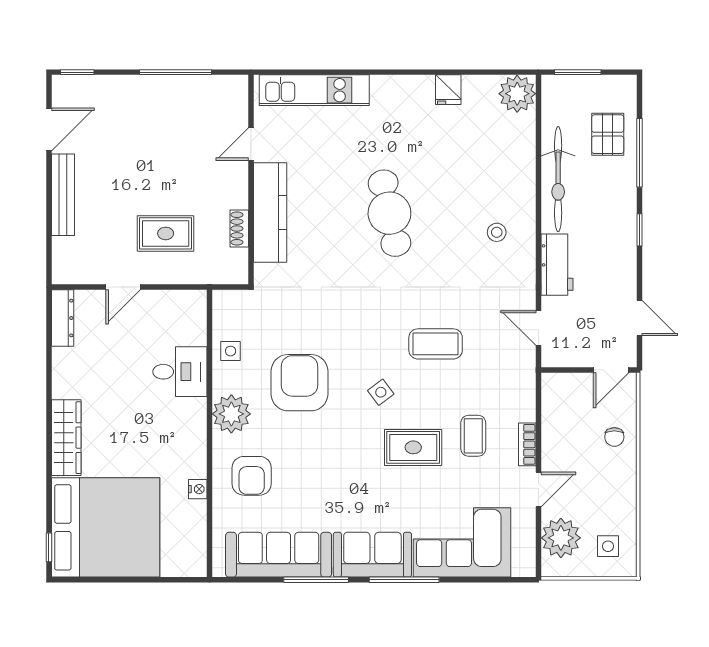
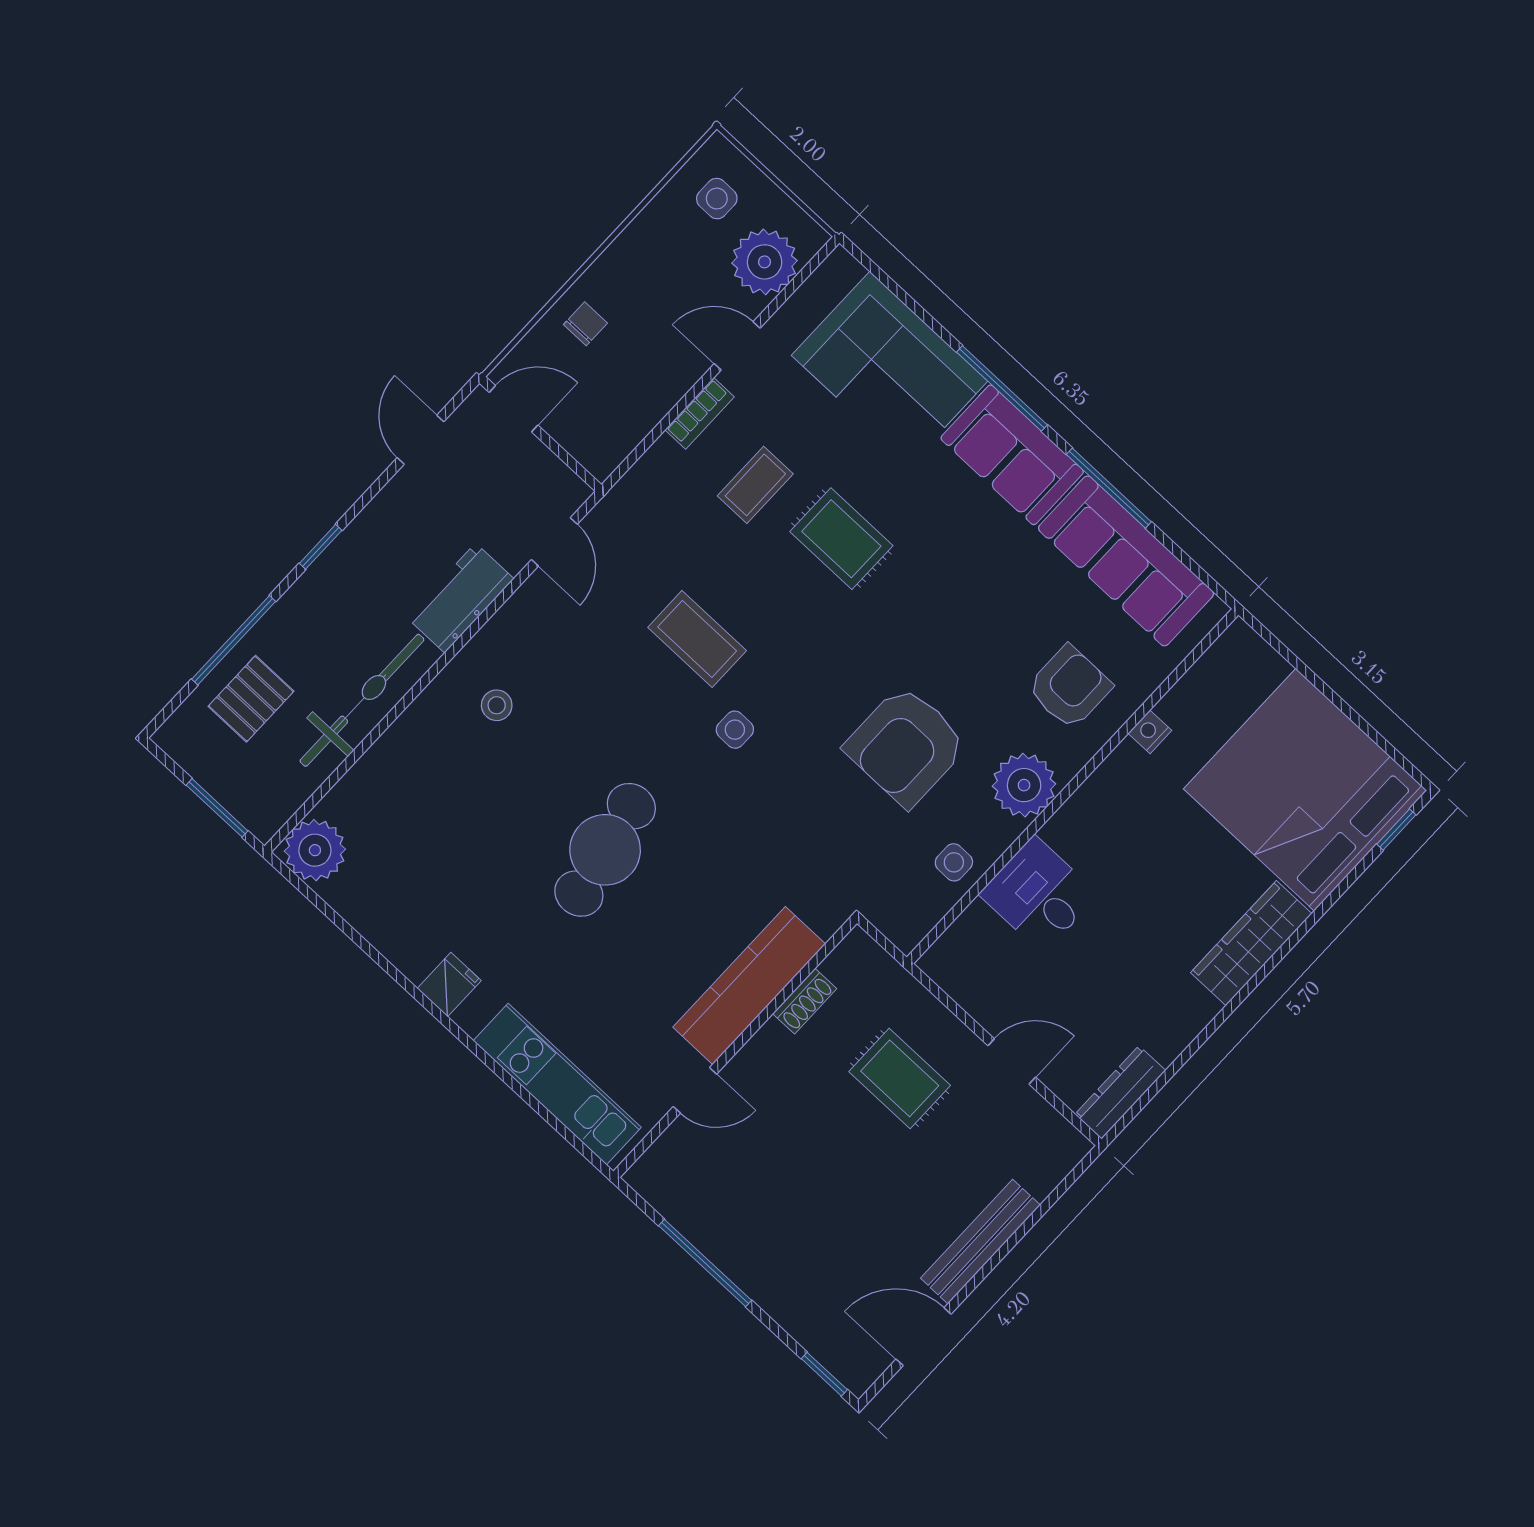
fridge: (448, 90) -> (449, 985), moved
side table: (381, 392) -> (735, 730), moved, turned 37

